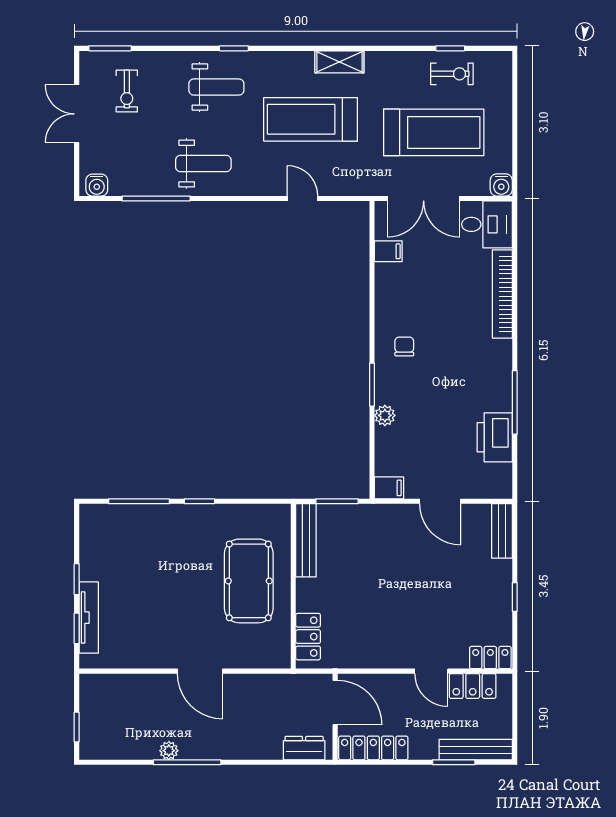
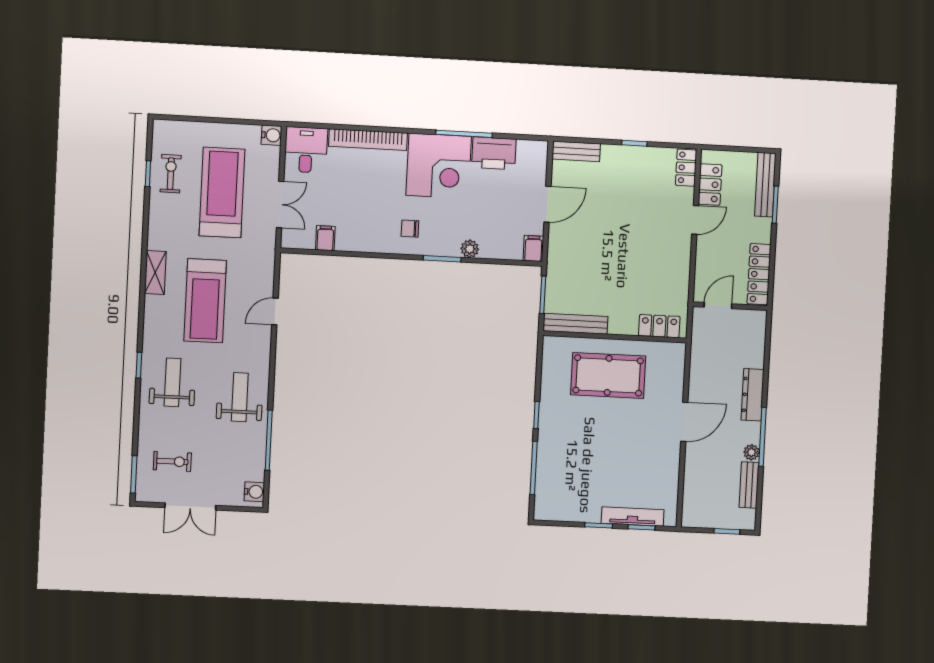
double door: (424, 198) -> (280, 205), width x0.73
corner desk: (477, 375) -> (439, 166), added
door: (335, 703) -> (718, 305), width x0.73
dresser: (304, 748) -> (753, 395), moved, width x1.44
bench: (131, 750) -> (749, 485), added

